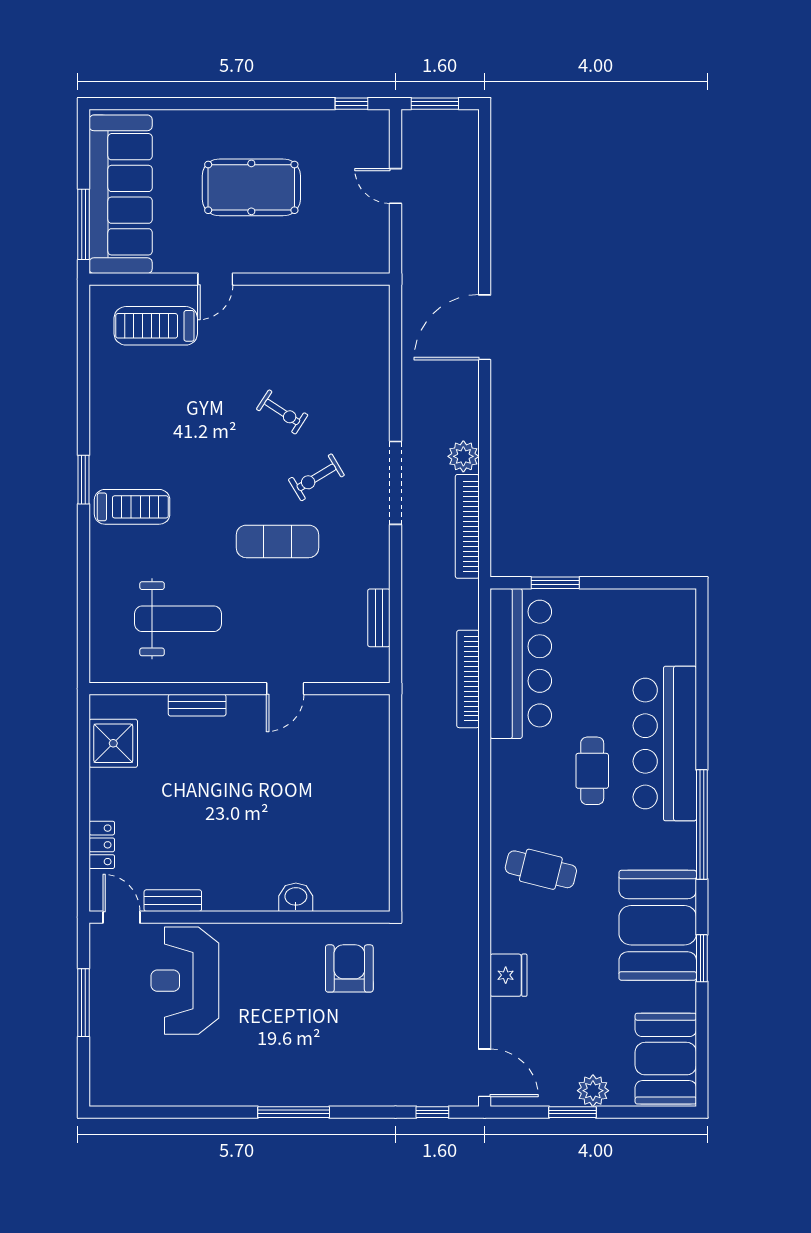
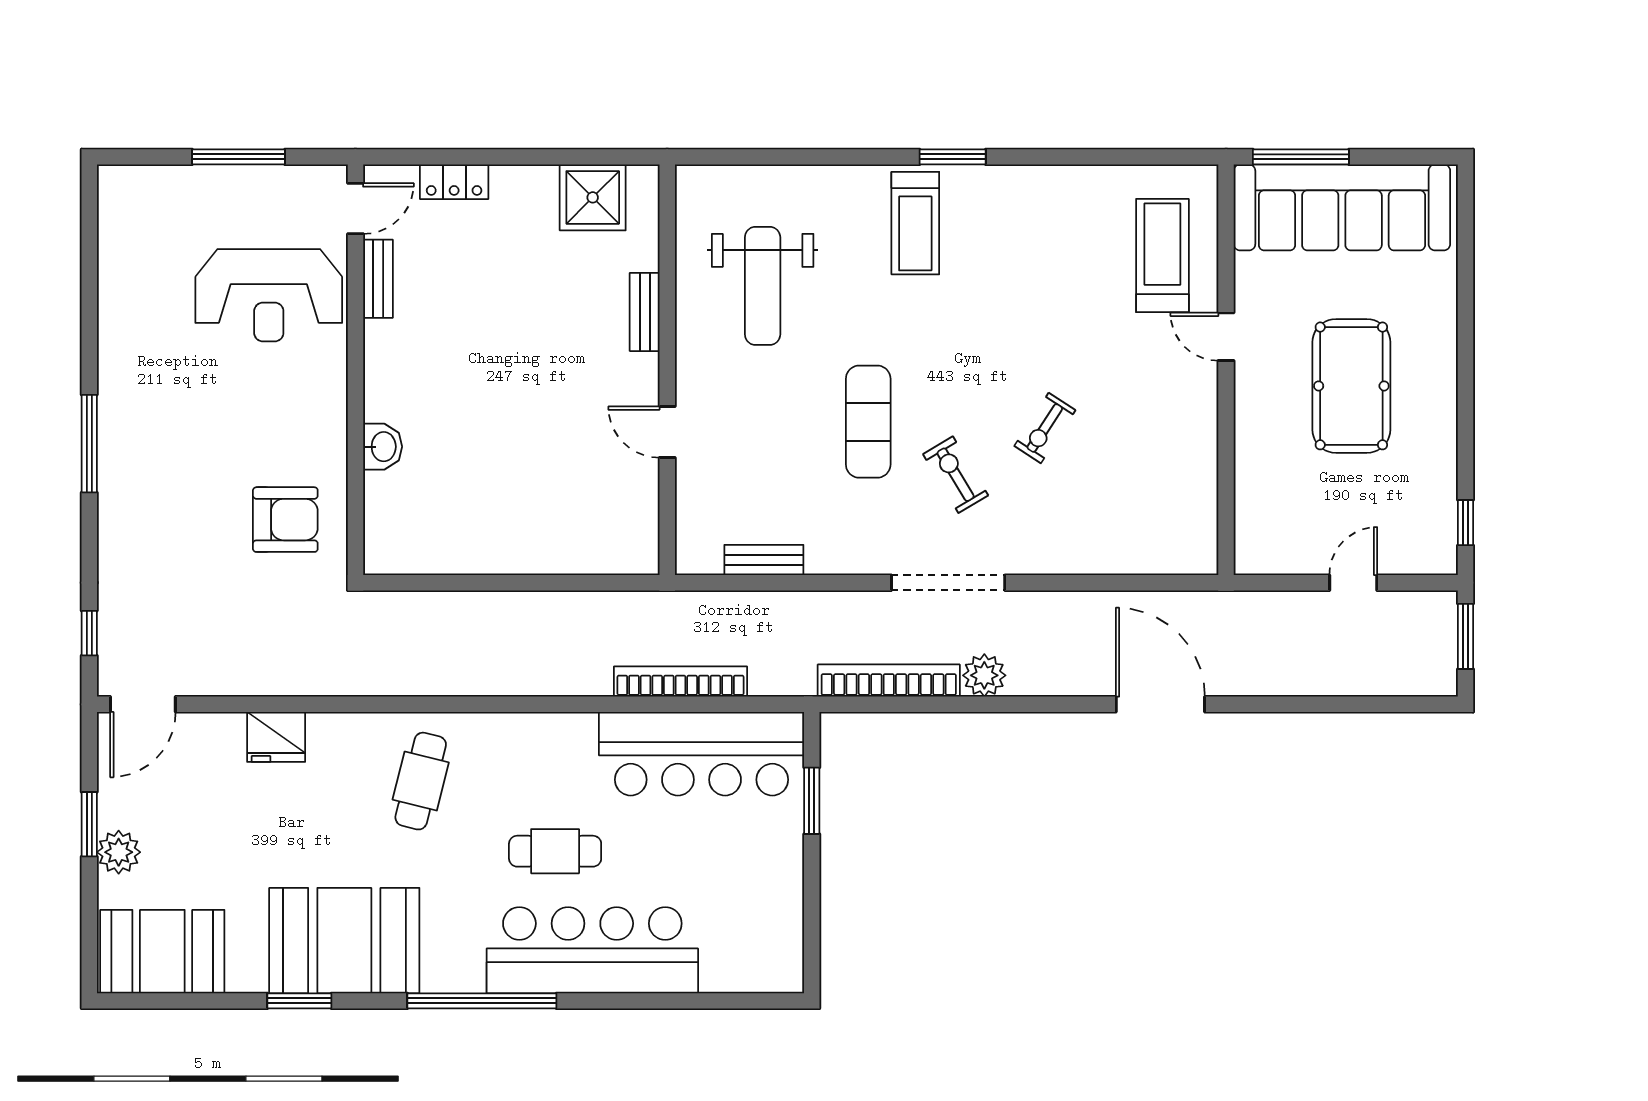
reception desk: (185, 981) -> (269, 295), turned 180

